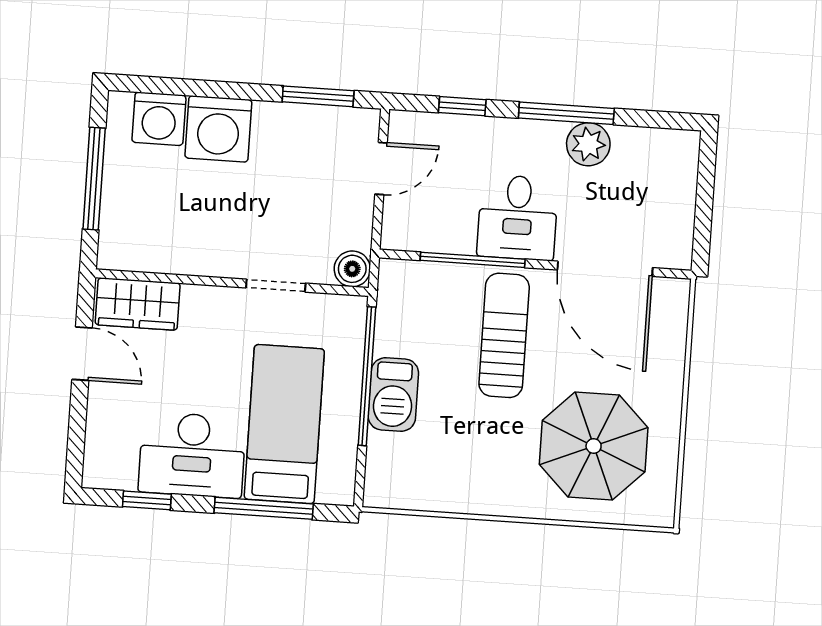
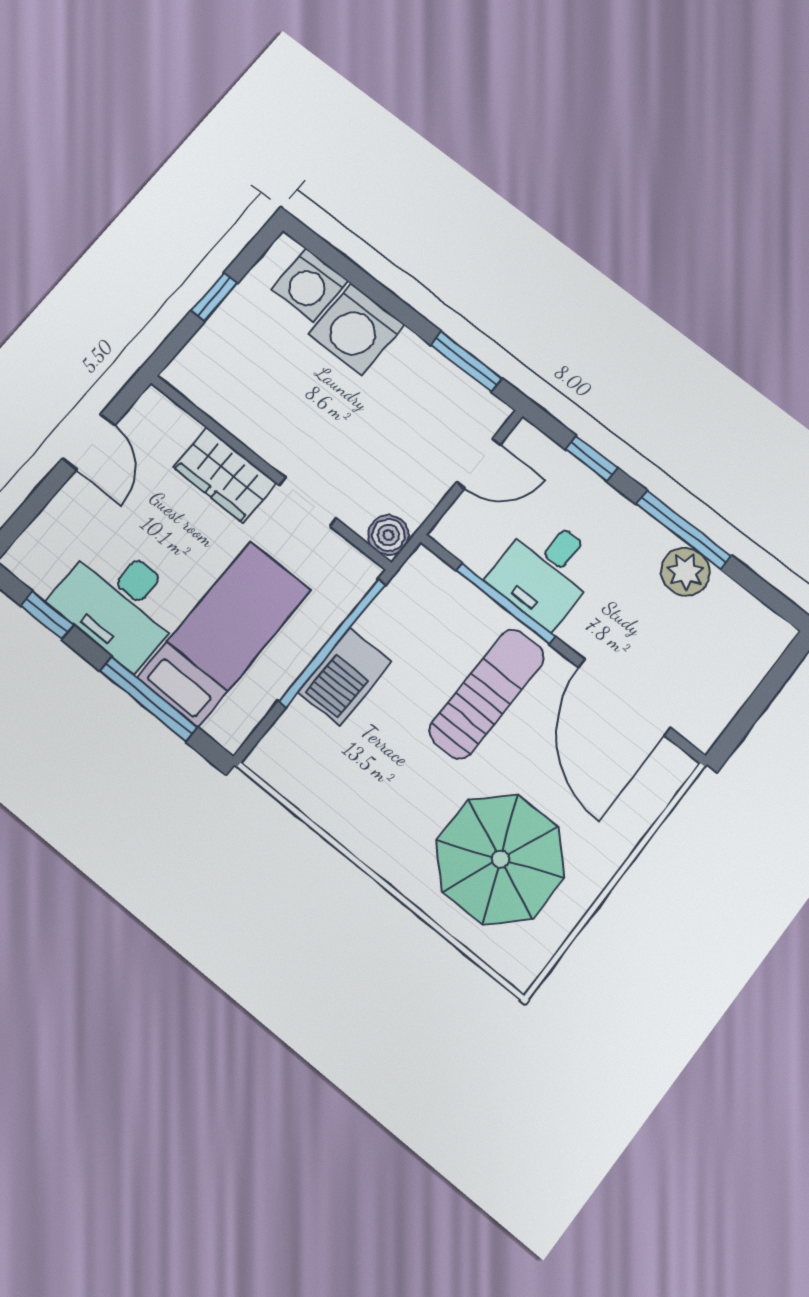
window: (94, 179) -> (214, 297), width x0.46
desk: (518, 217) -> (545, 571), moved
wardrobe: (138, 304) -> (225, 475), moved

